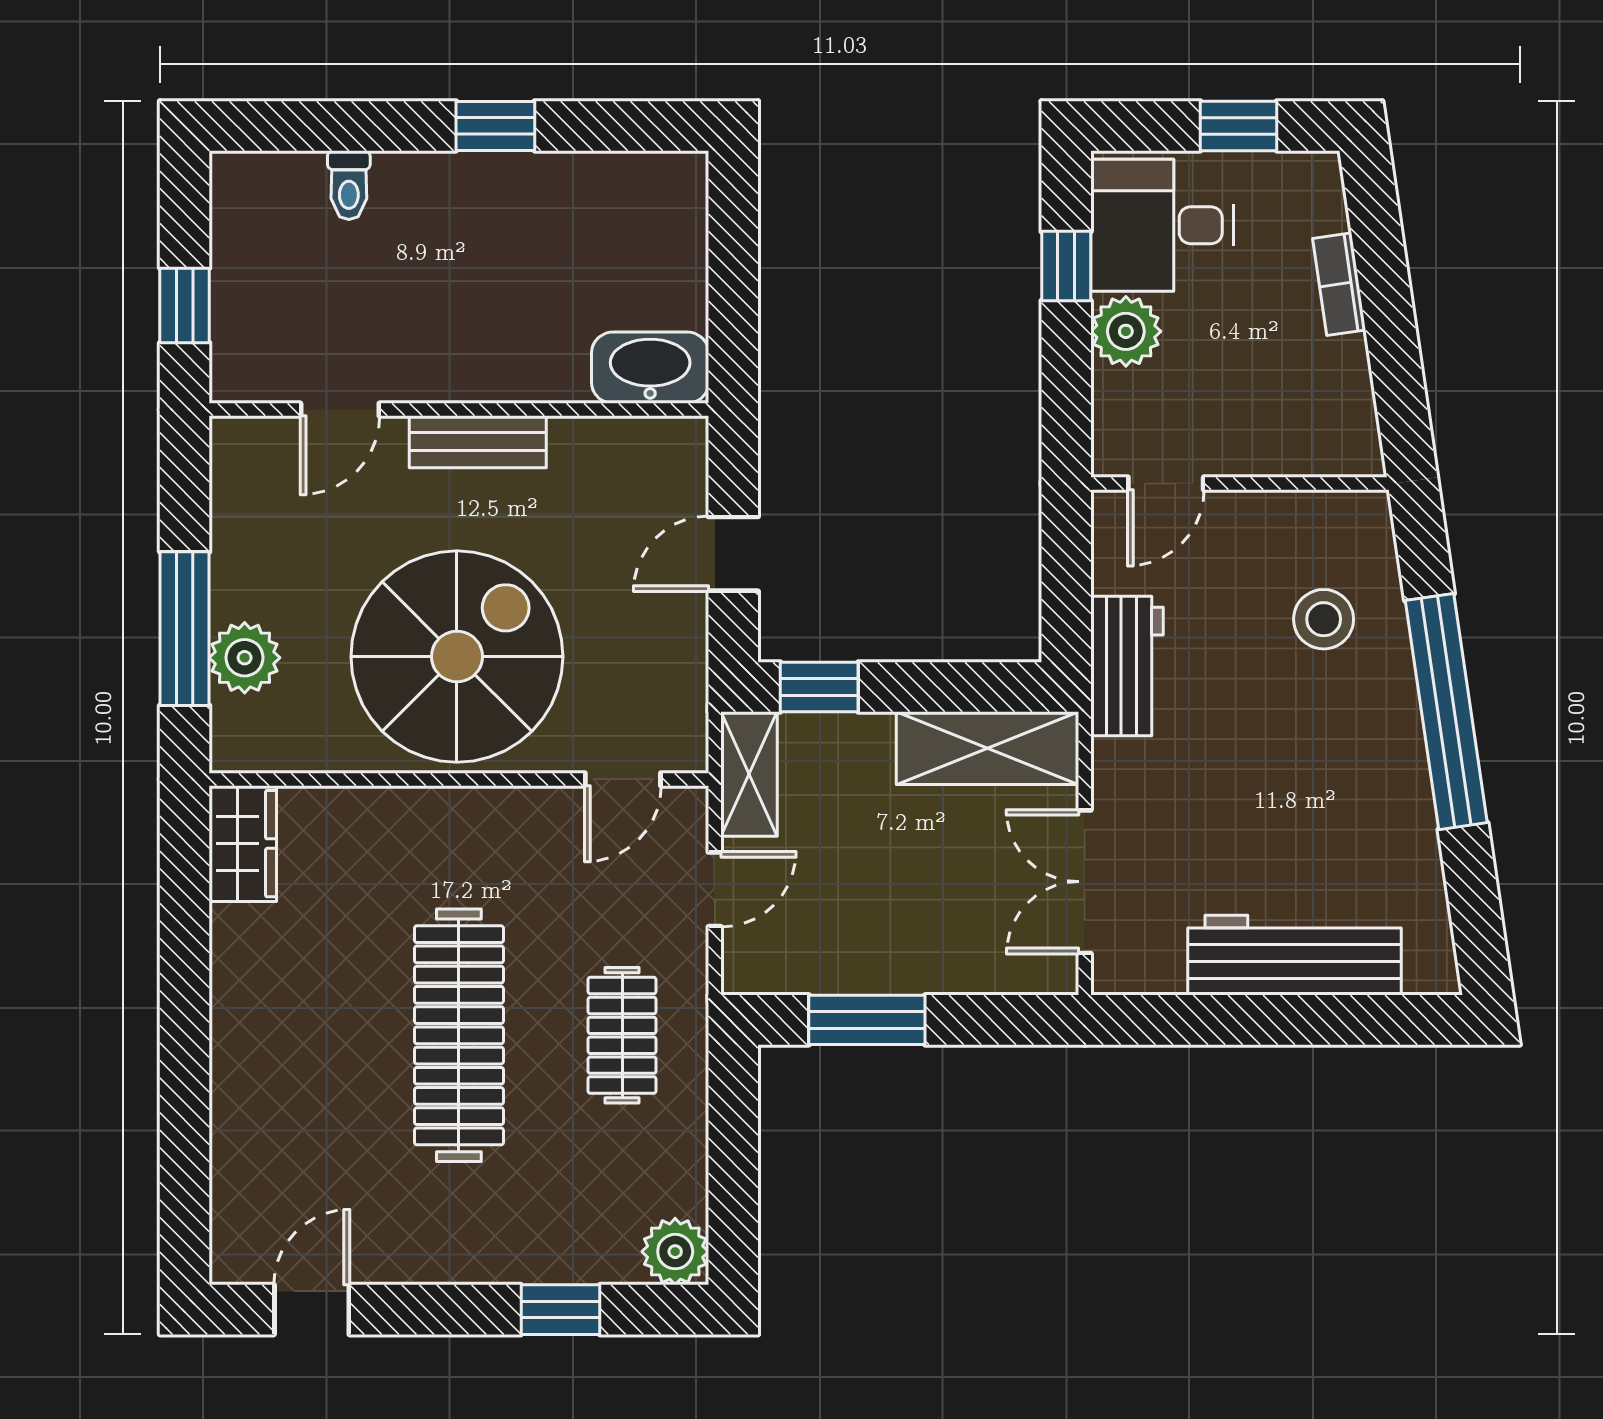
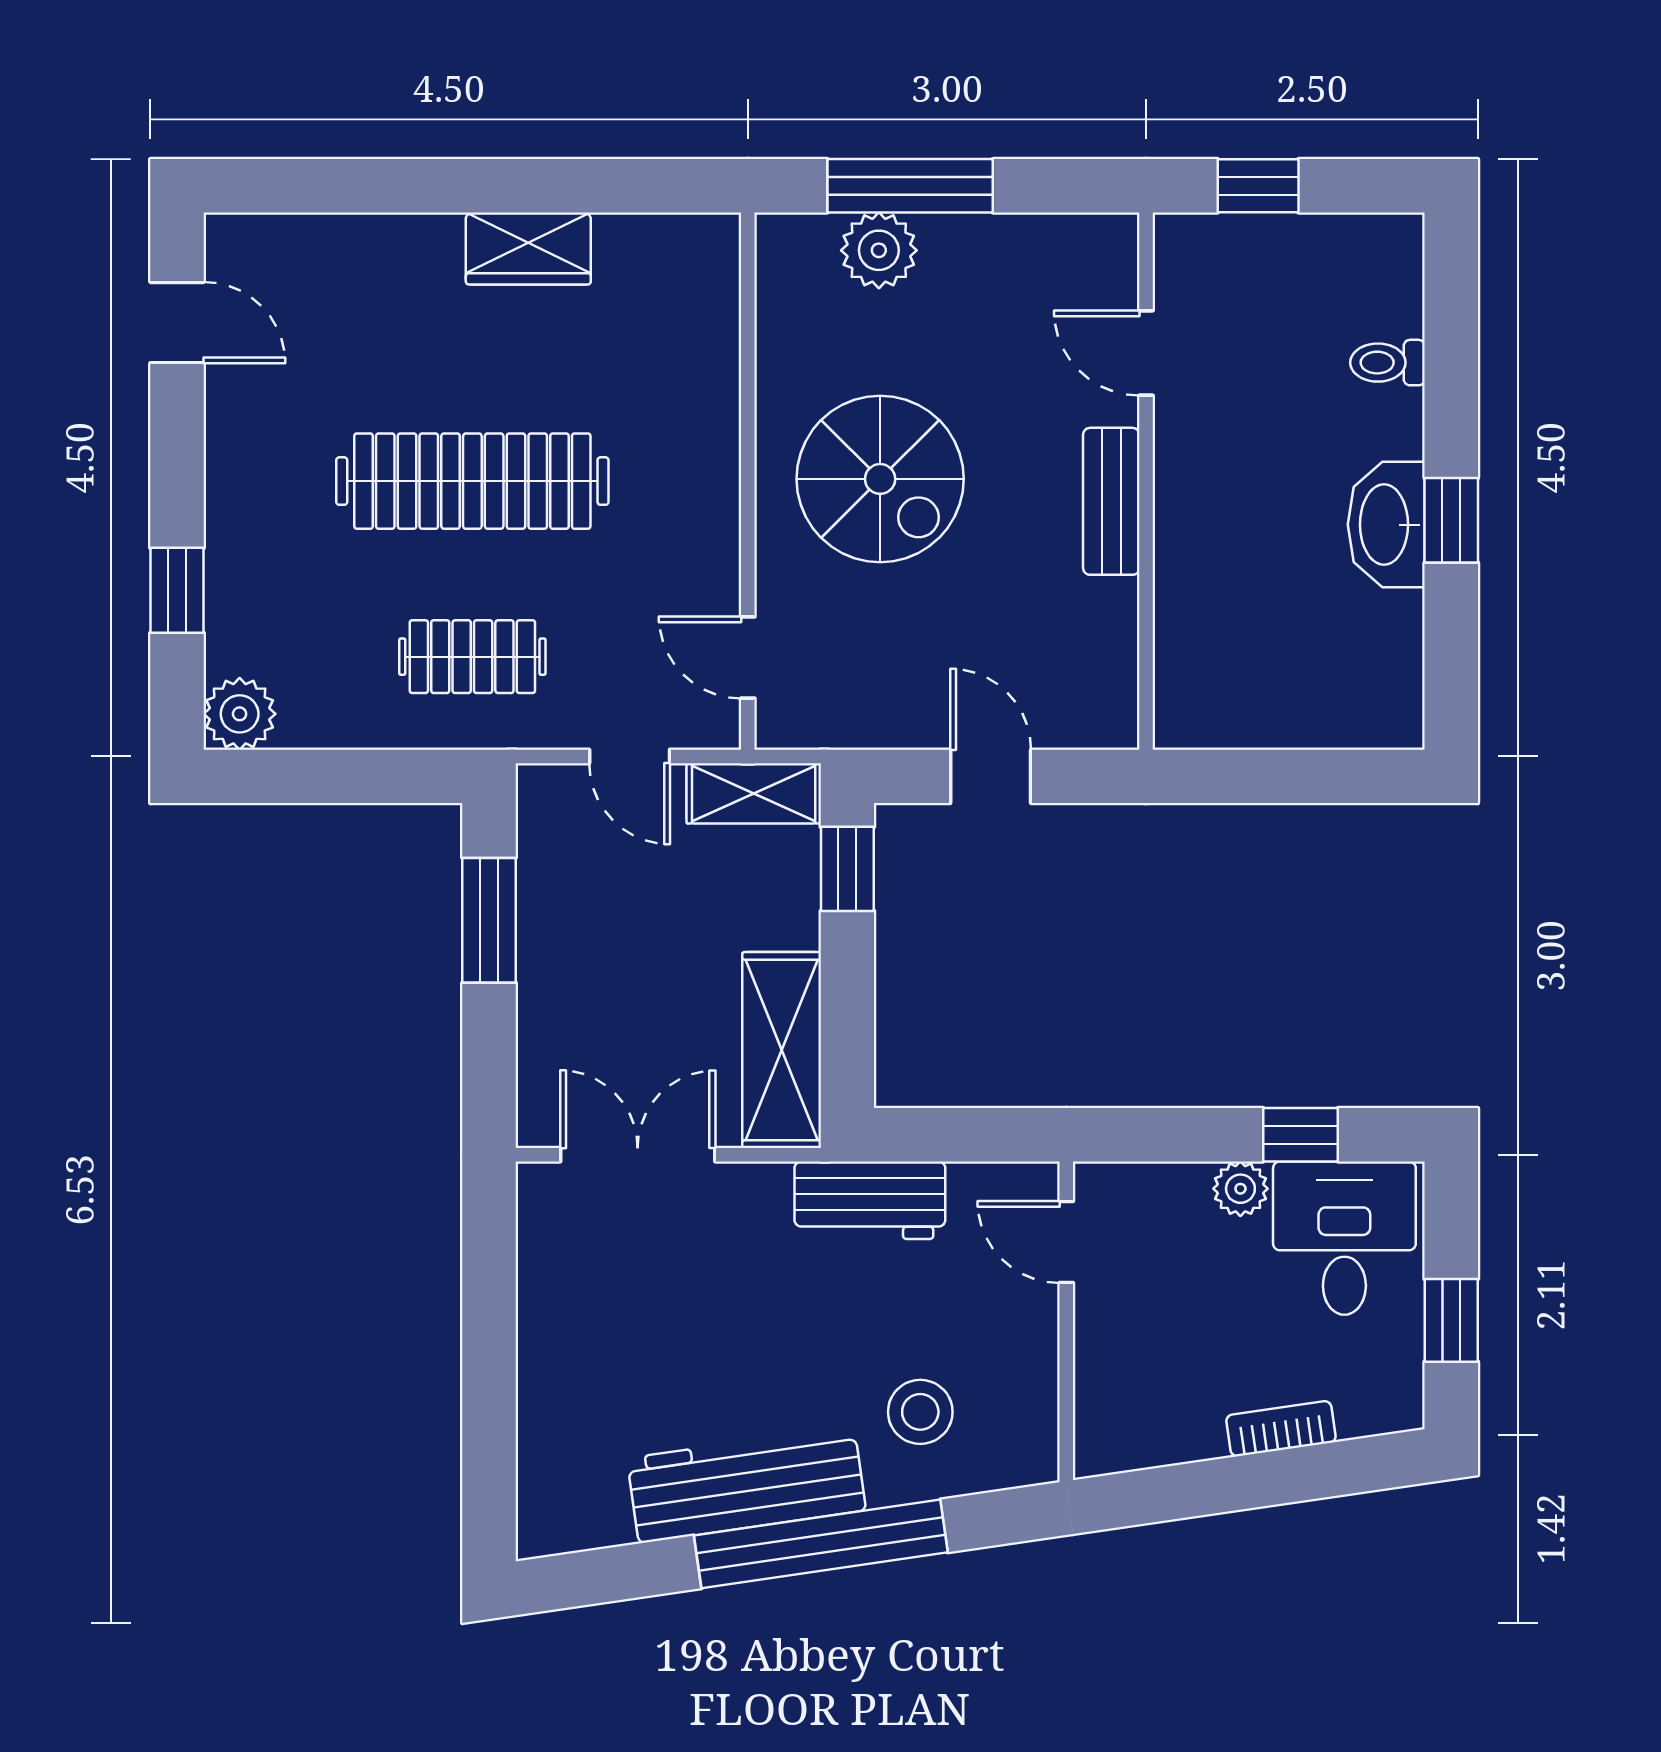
plant: (1126, 331) -> (1240, 1189), width x0.73, depth x0.73
washbasin: (650, 368) -> (1386, 525), moved, turned 180
spiral stairs: (457, 657) -> (880, 479), width x0.73, depth x0.73
wardrobe: (243, 844) -> (528, 248), moved
workbench: (1295, 955) -> (746, 1484), moved, turned -98

